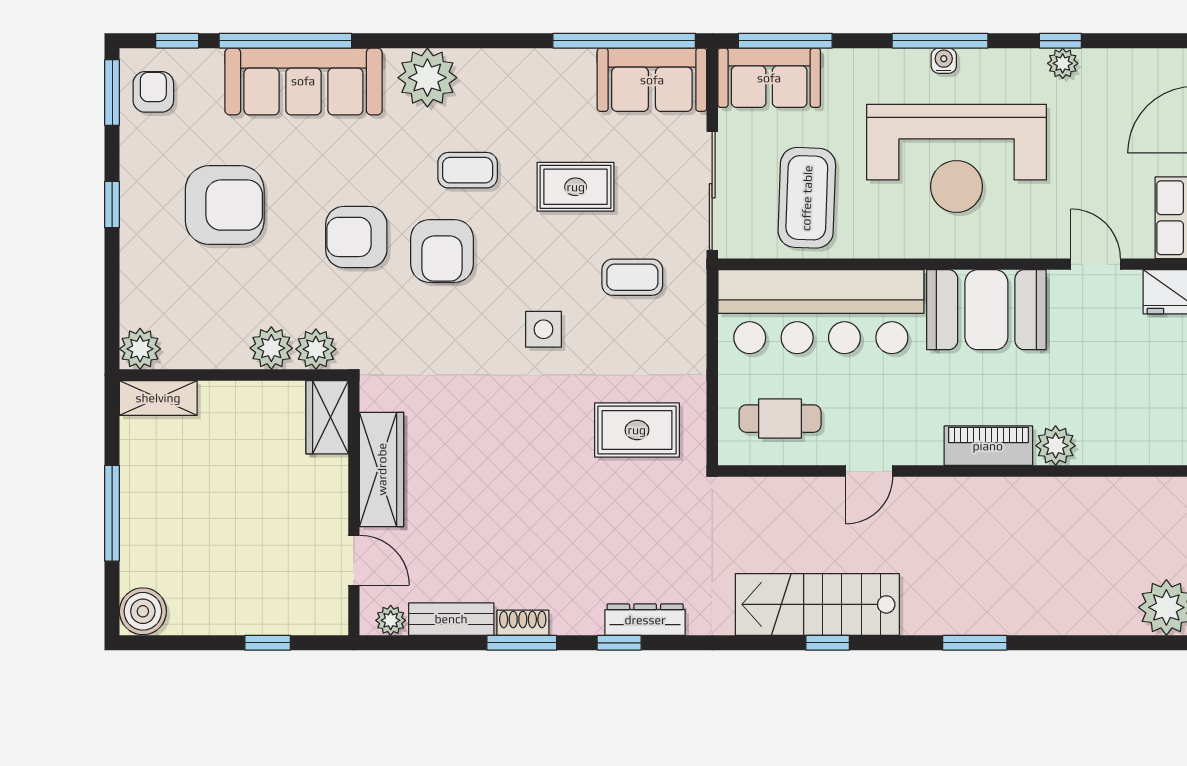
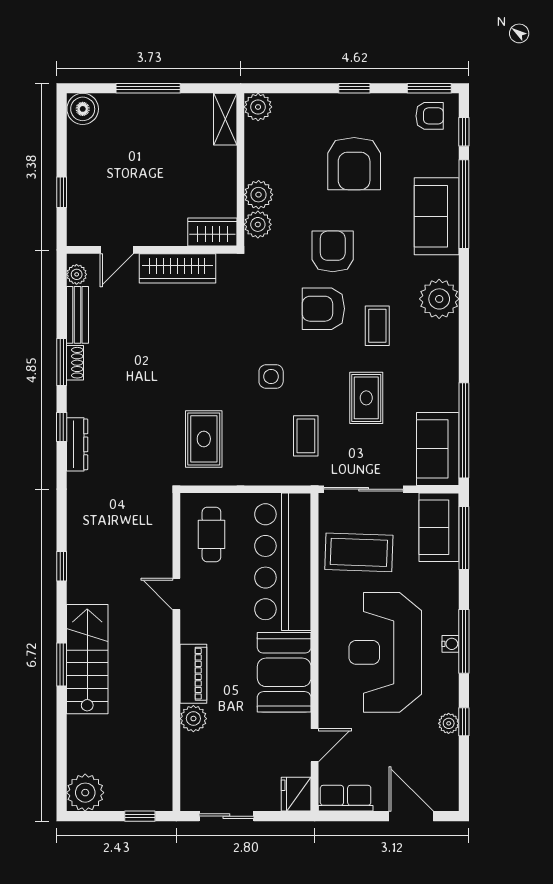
sofa: (303, 81) -> (437, 216), width x0.73
stairs: (817, 604) -> (87, 659), moved

